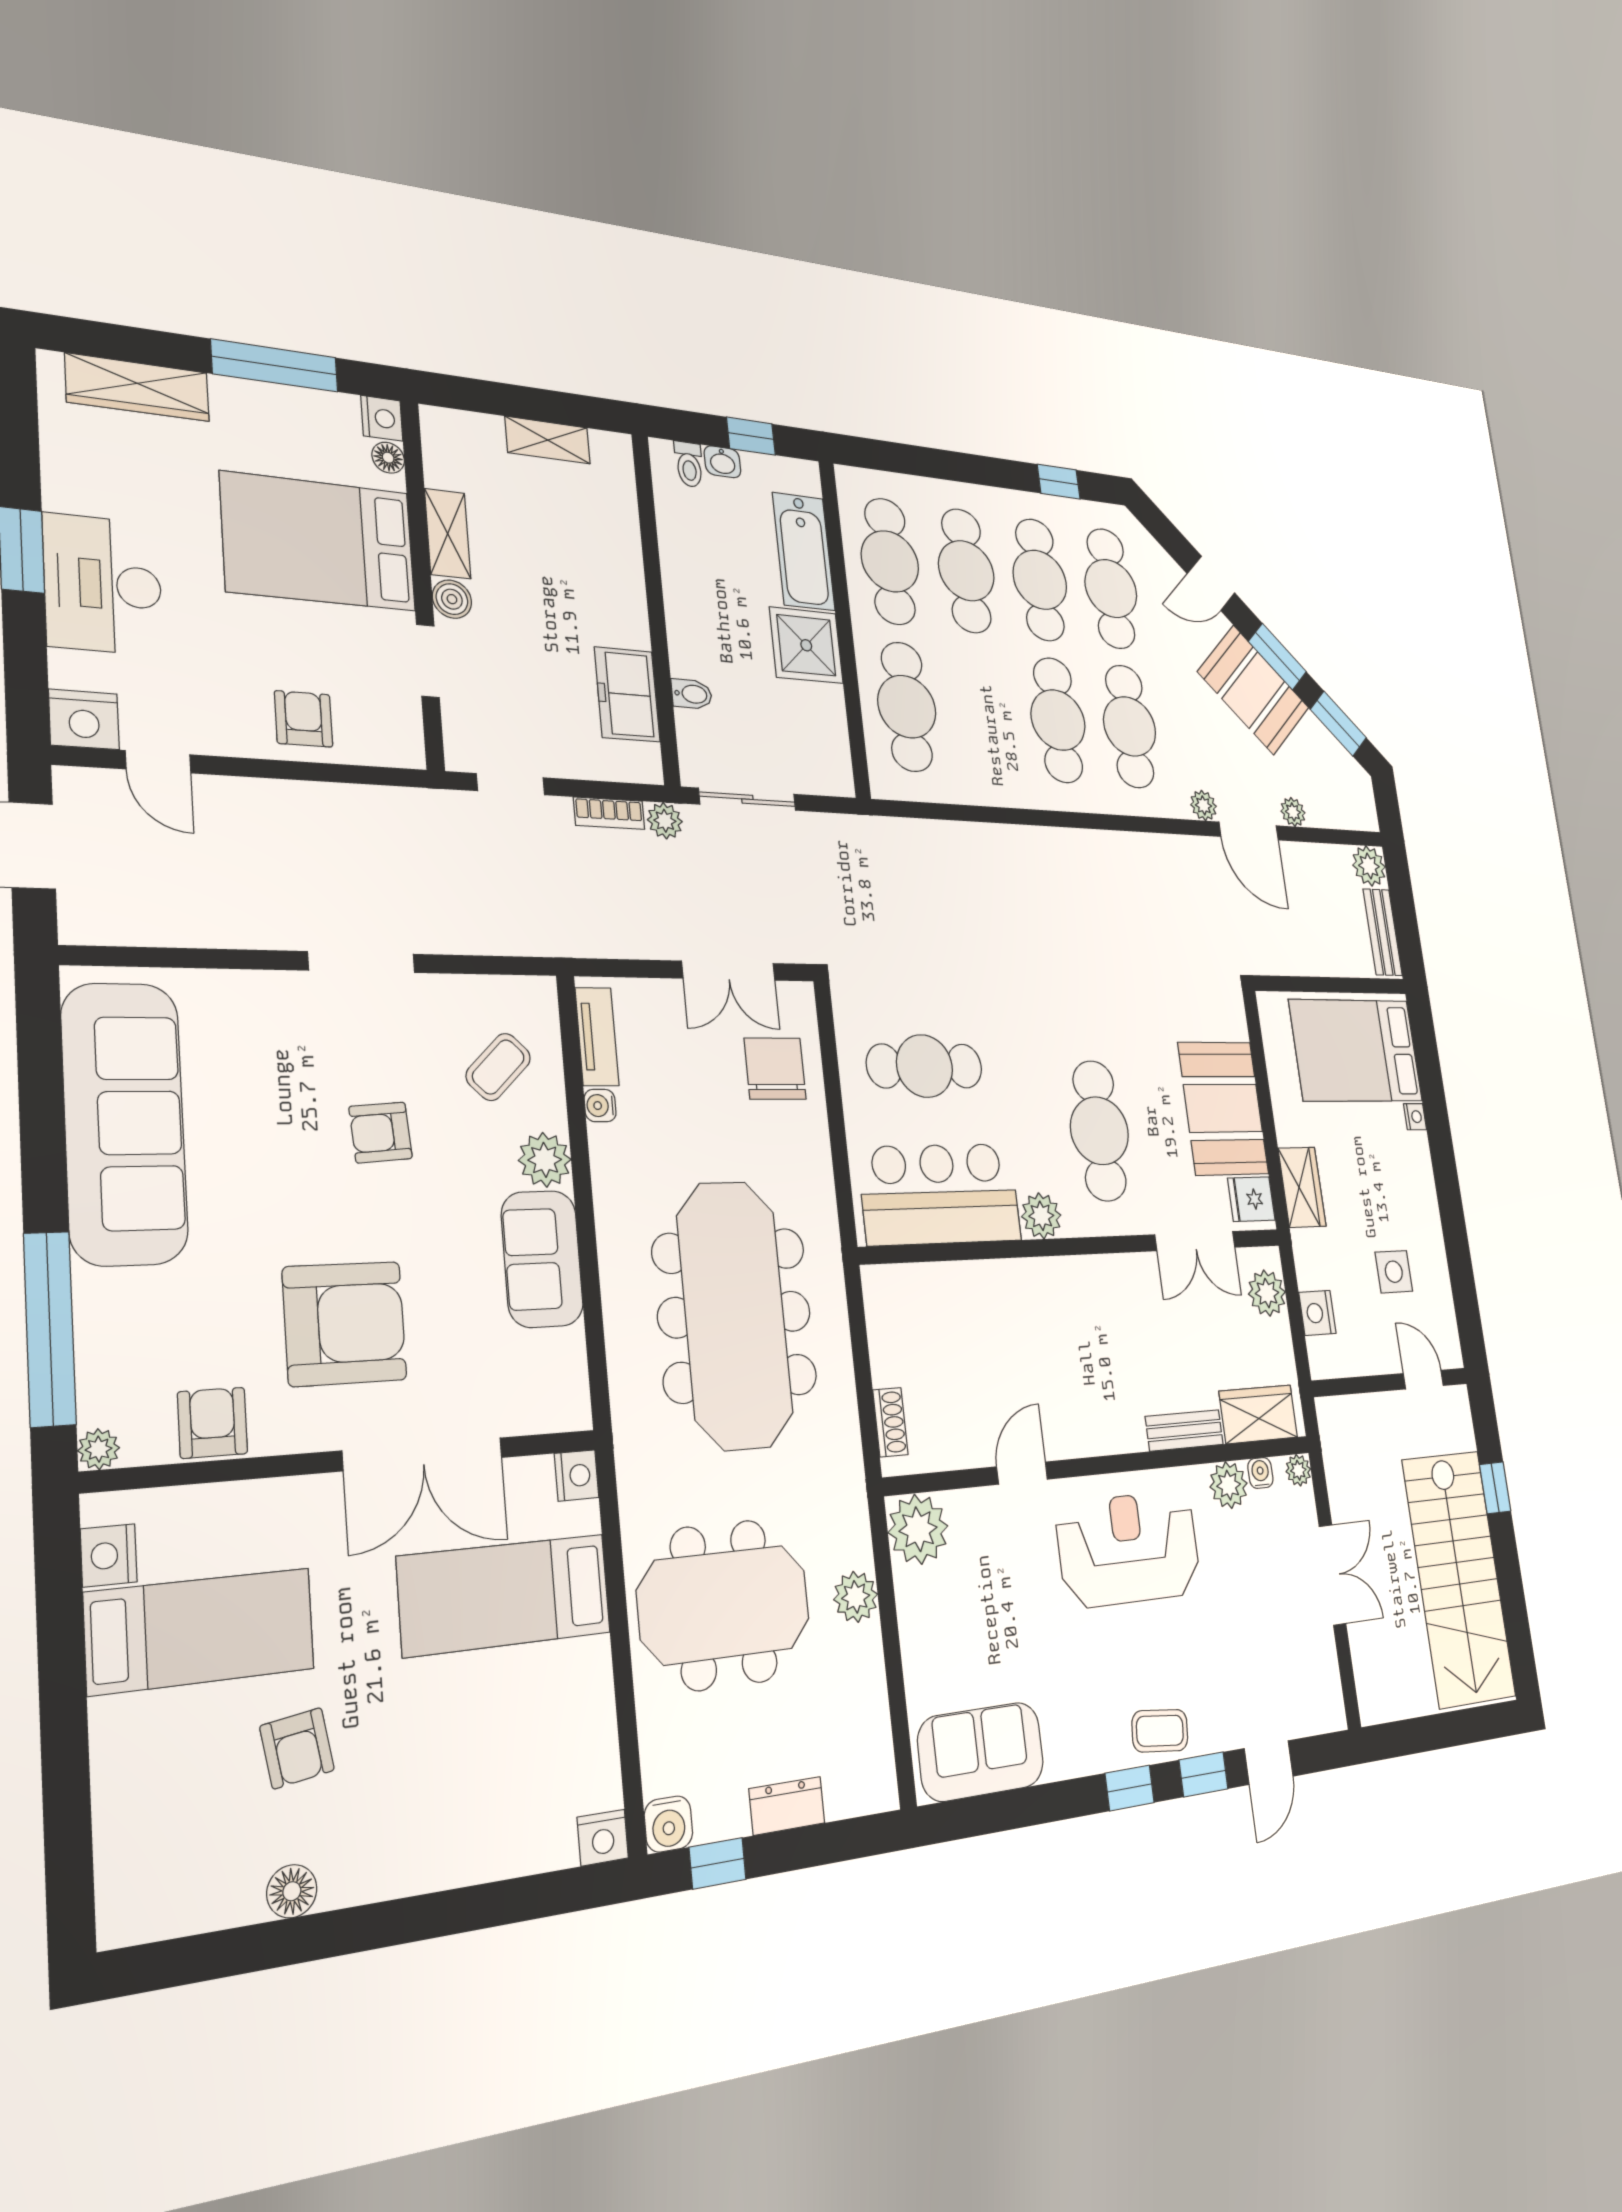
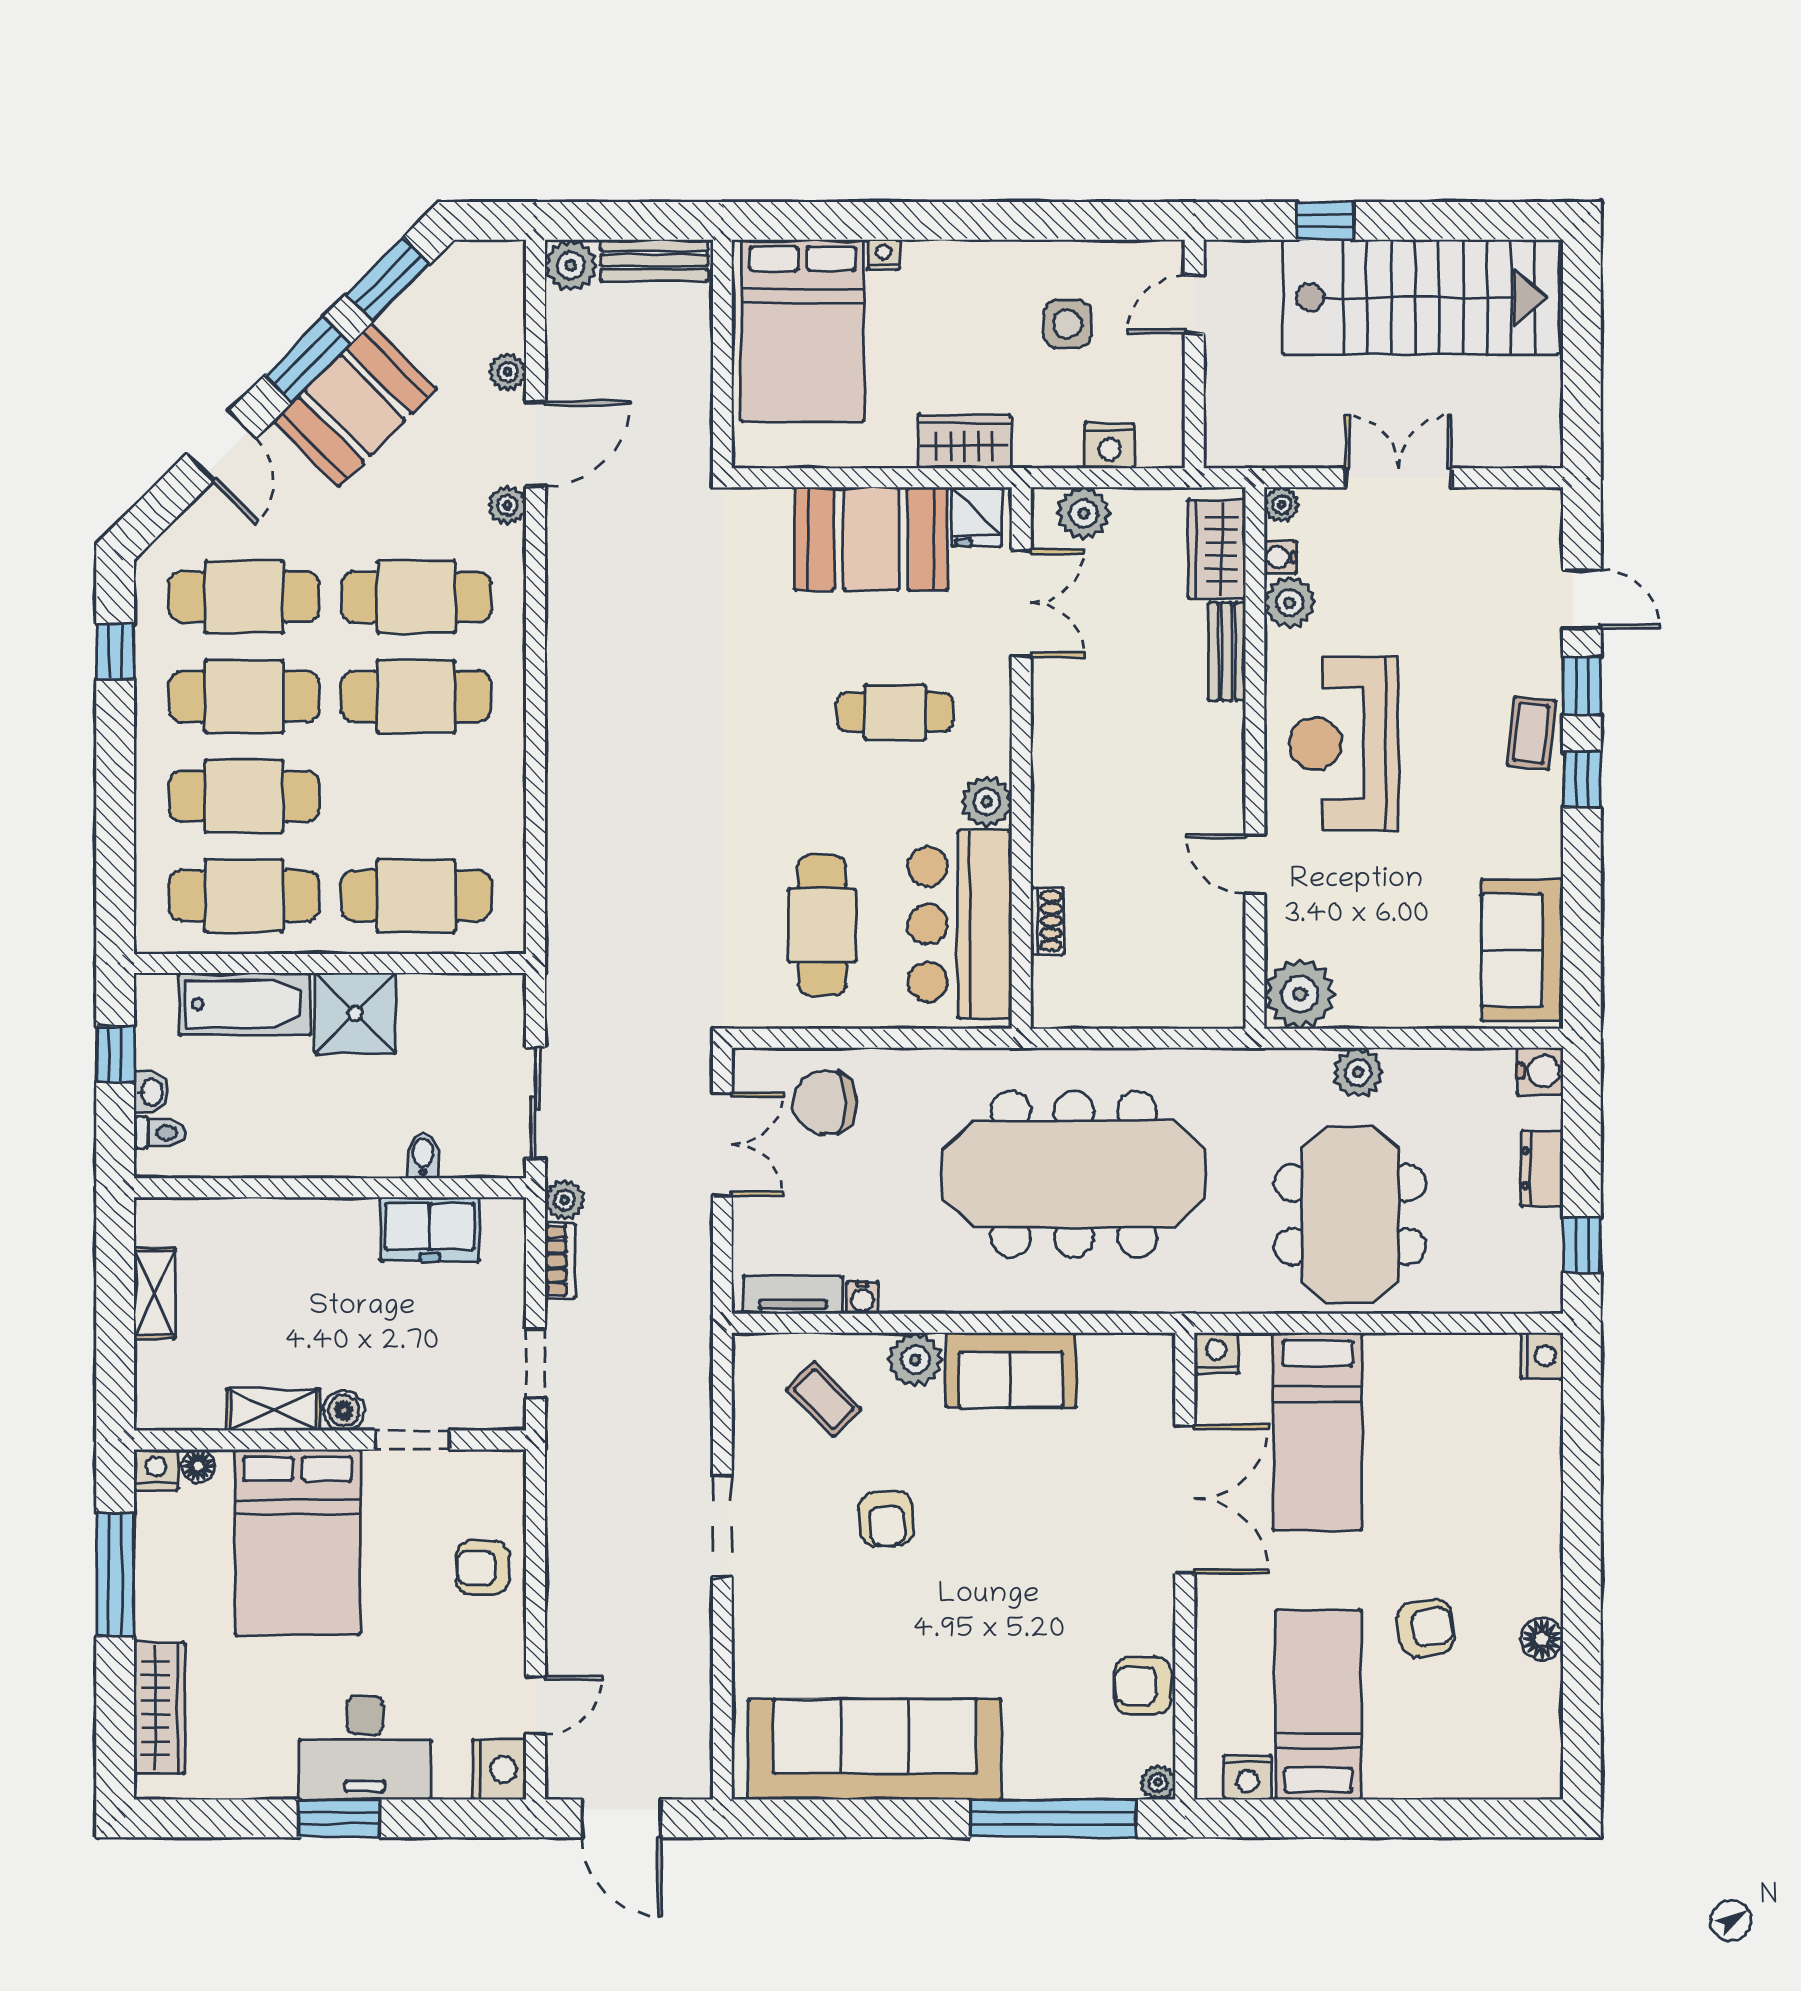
cafe table: (1099, 1131) -> (895, 712), width x0.73, depth x0.74
armchair: (345, 1324) -> (1062, 1564), removed
shoe rack: (890, 1422) -> (1047, 921), moved, turned 90
water cooler: (668, 1824) -> (1540, 1071), moved

